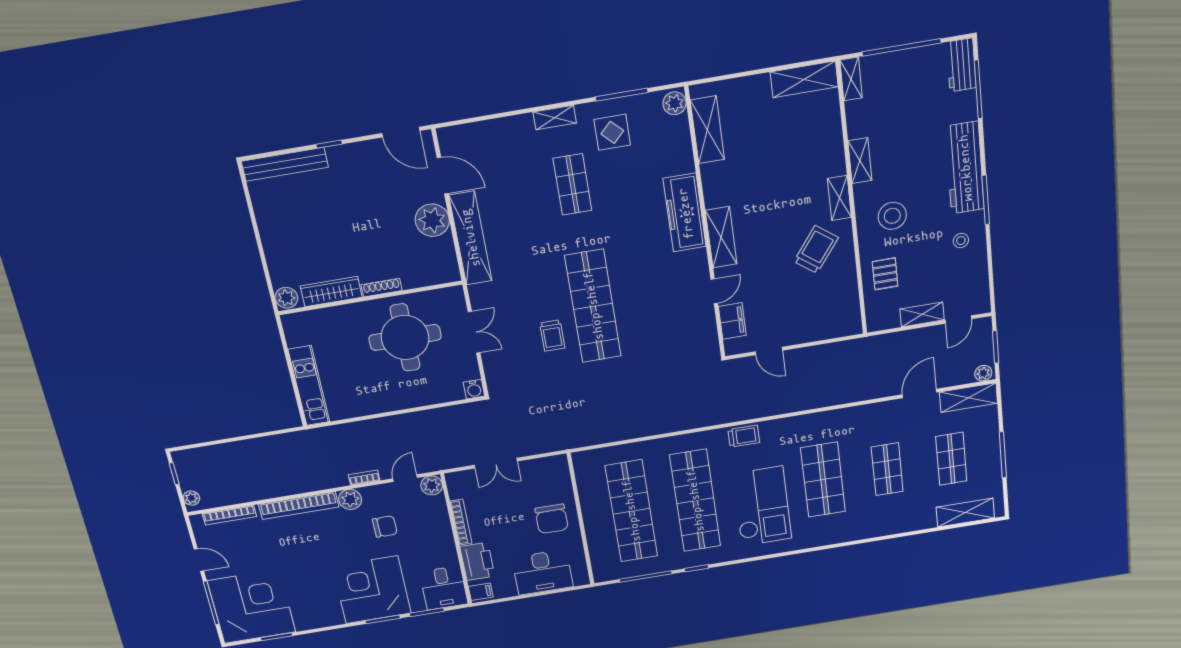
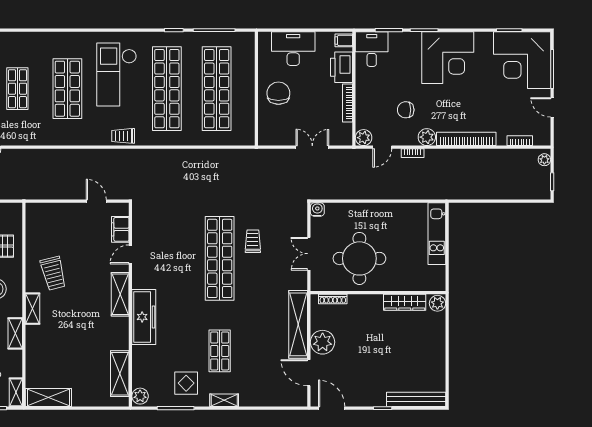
trolley: (816, 250) -> (53, 273), turned -51
shoe rack: (382, 288) -> (333, 299), moved
bookcase: (229, 515) -> (520, 141), width x0.64
corner desk: (372, 590) -> (448, 58), moved

